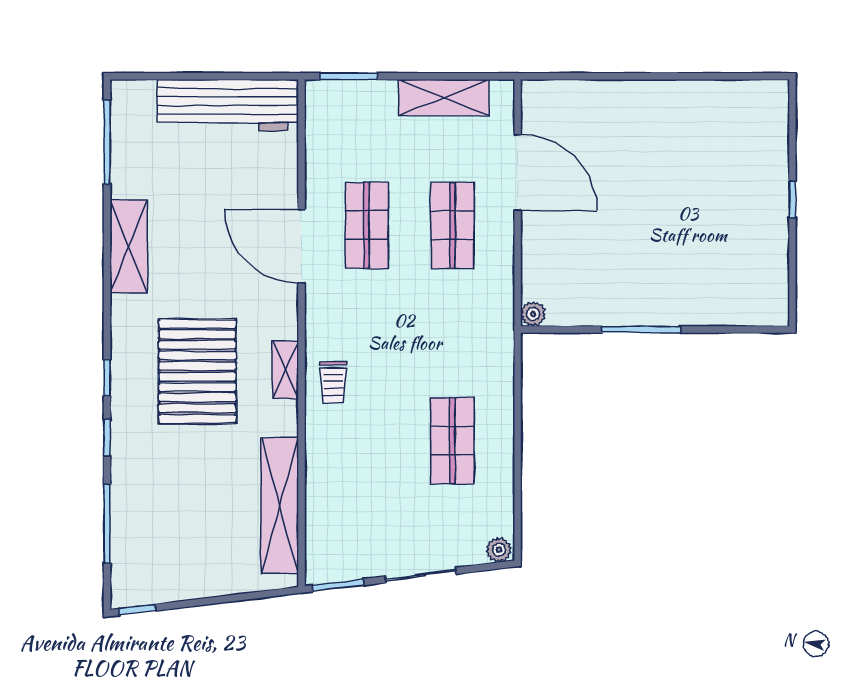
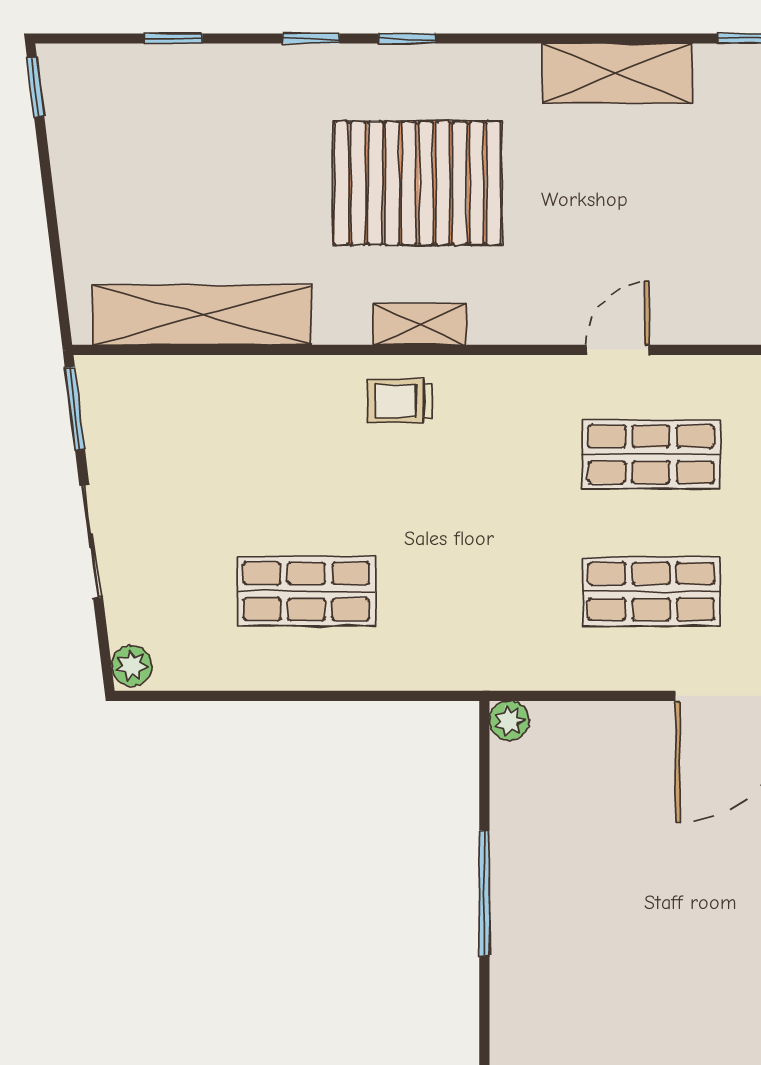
door: (302, 246) -> (617, 350), width x0.53
window: (107, 524) -> (173, 38), width x0.46

